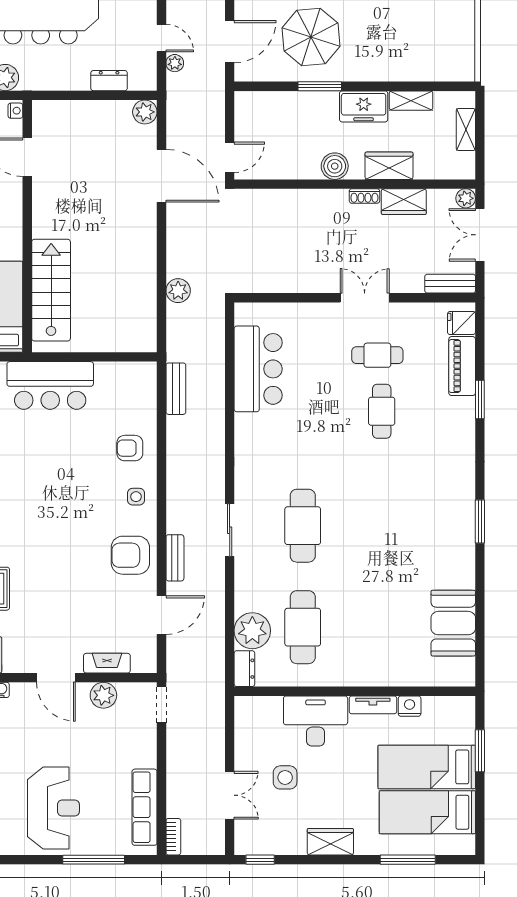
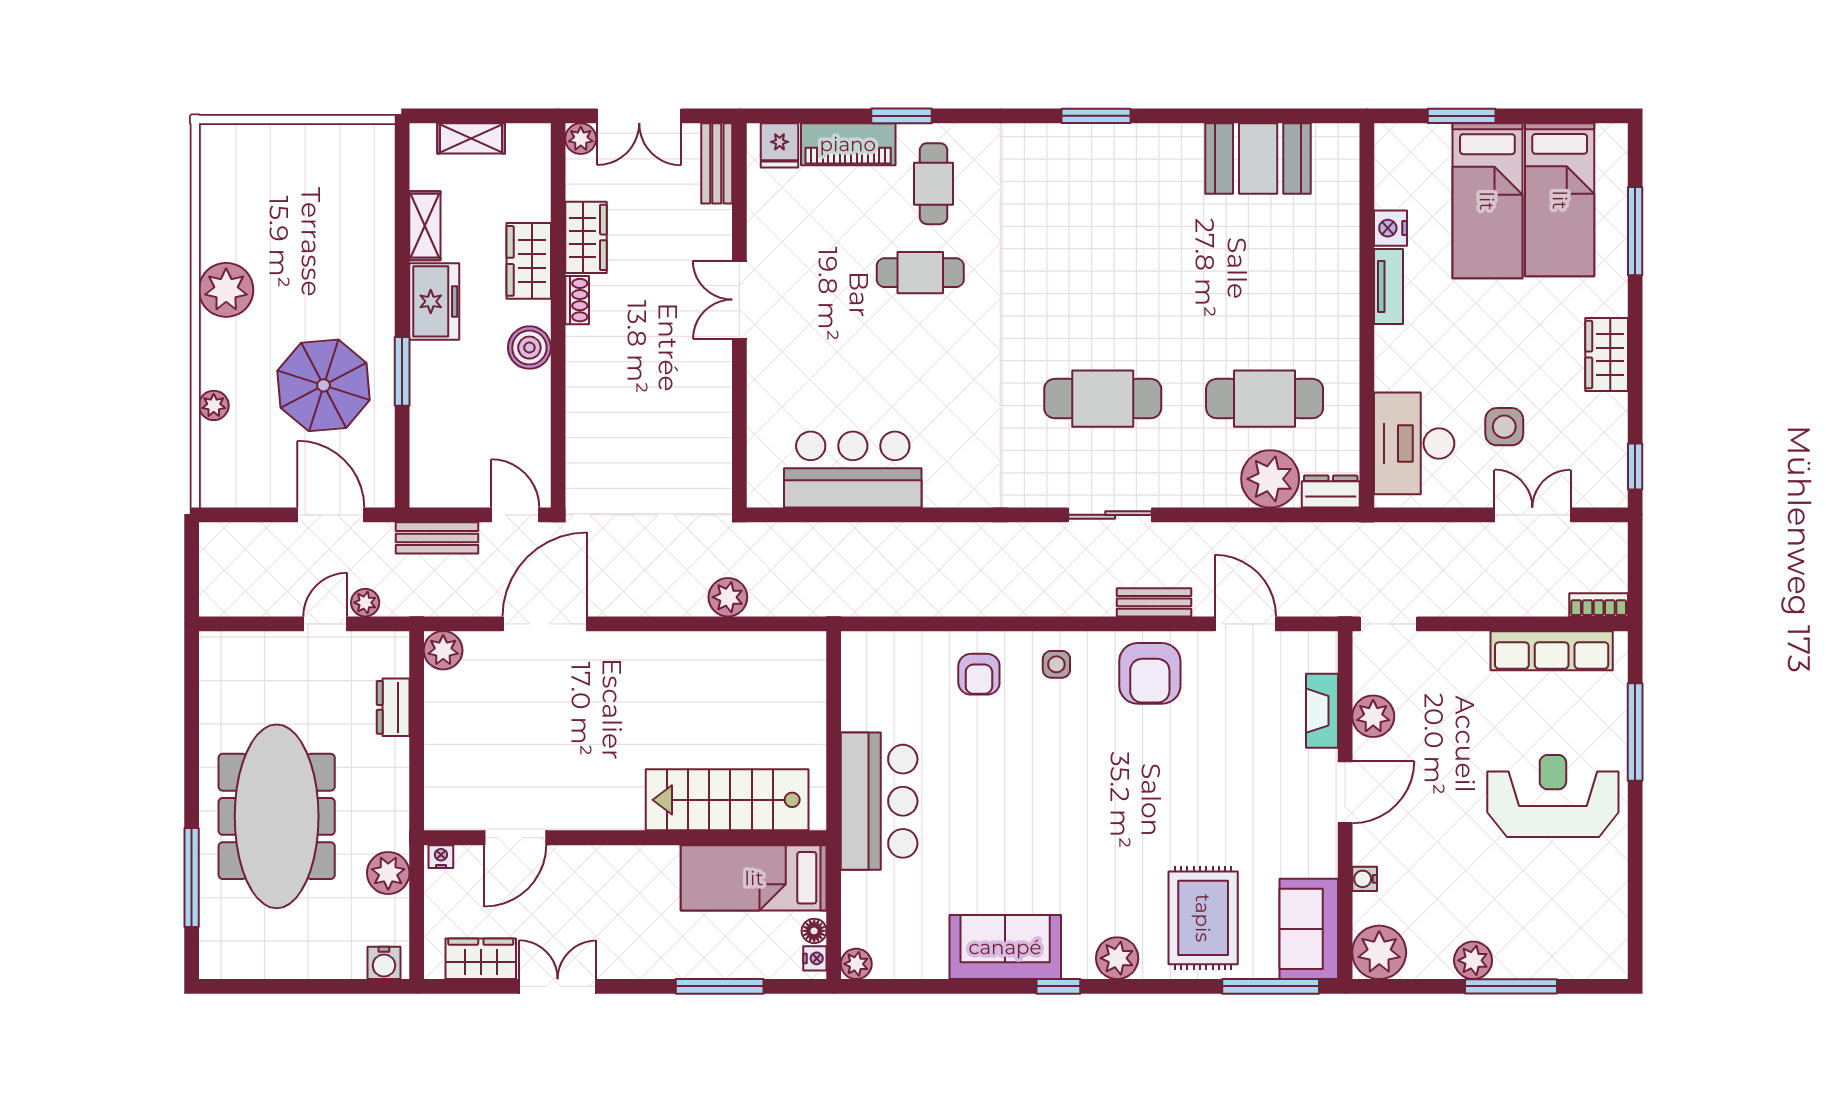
cafe table: (377, 355) -> (934, 184), moved
bench: (176, 389) -> (437, 538), moved
desk: (316, 721) -> (1414, 443), moved

